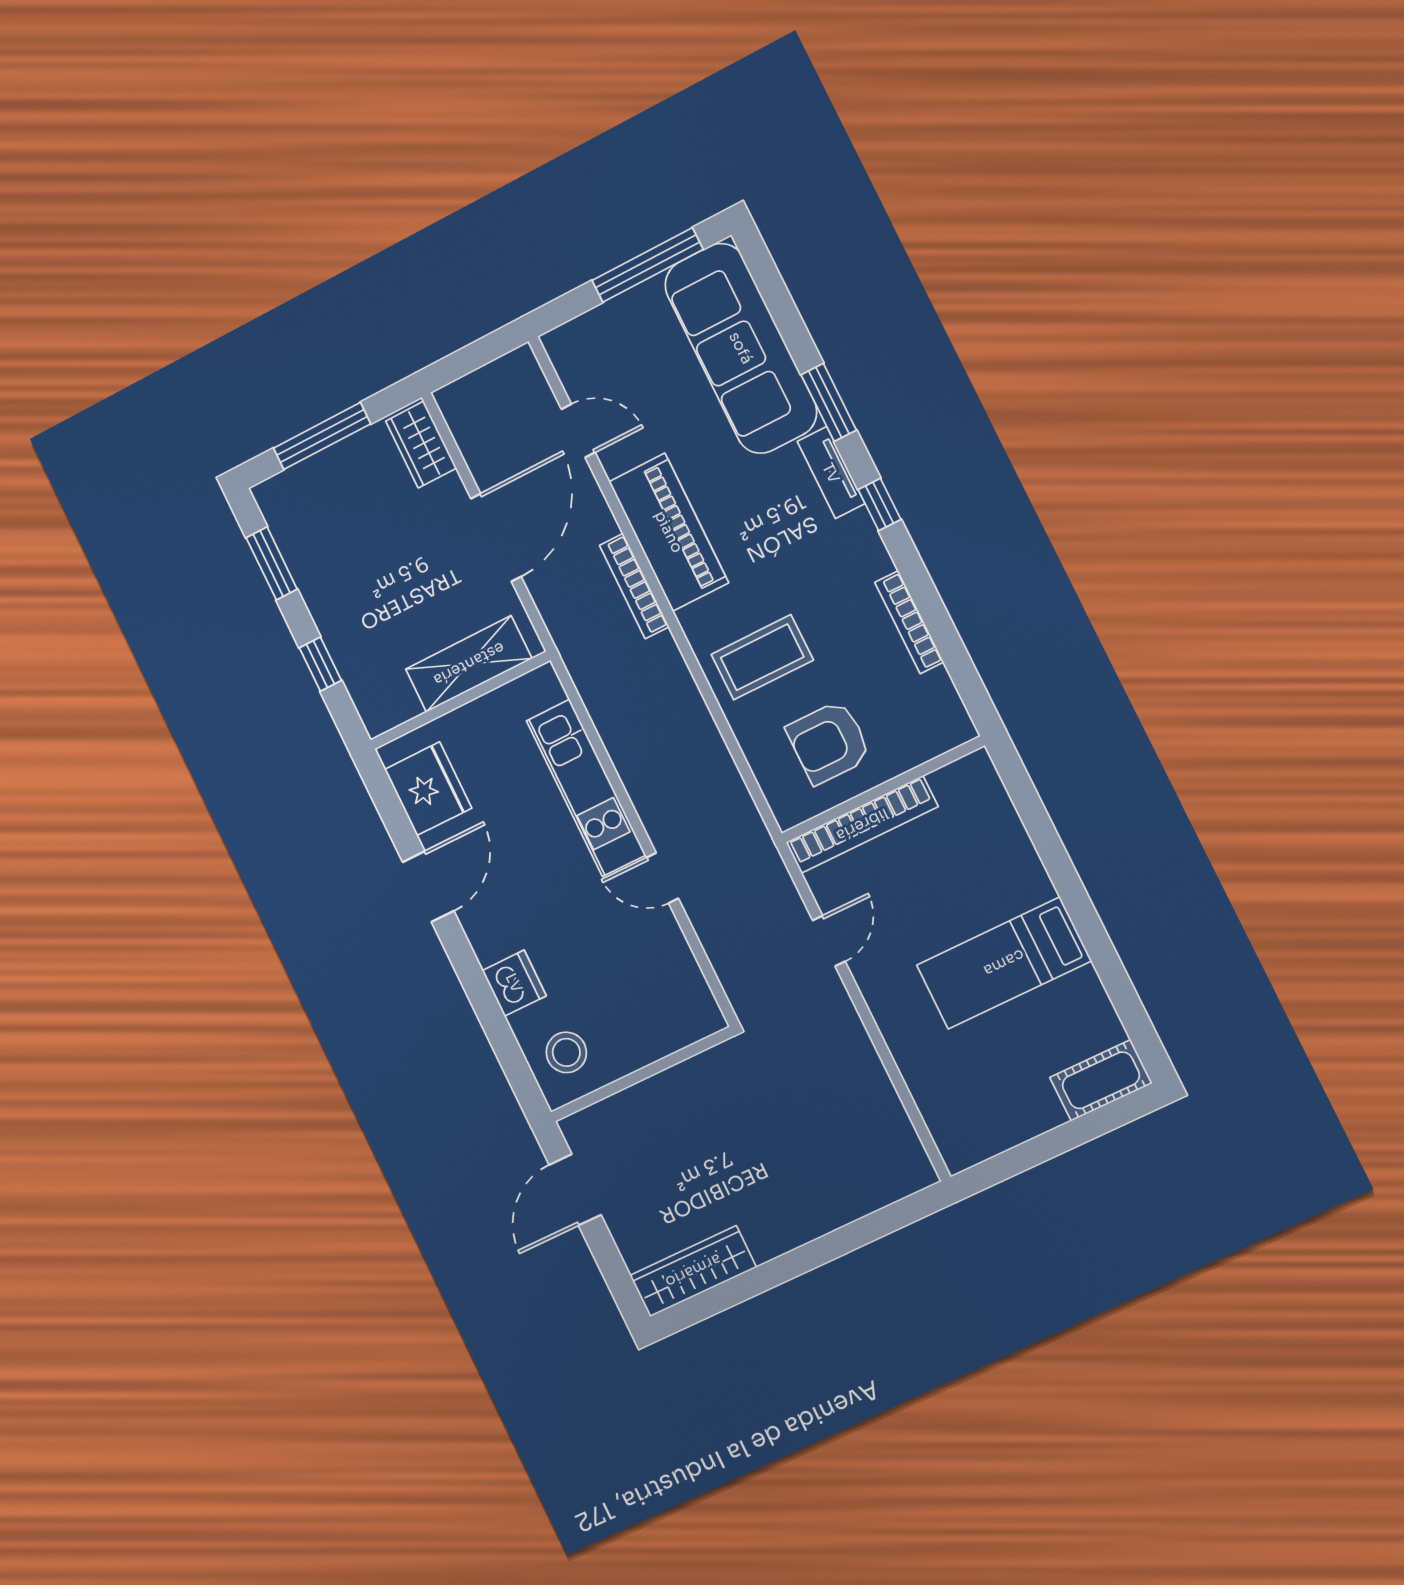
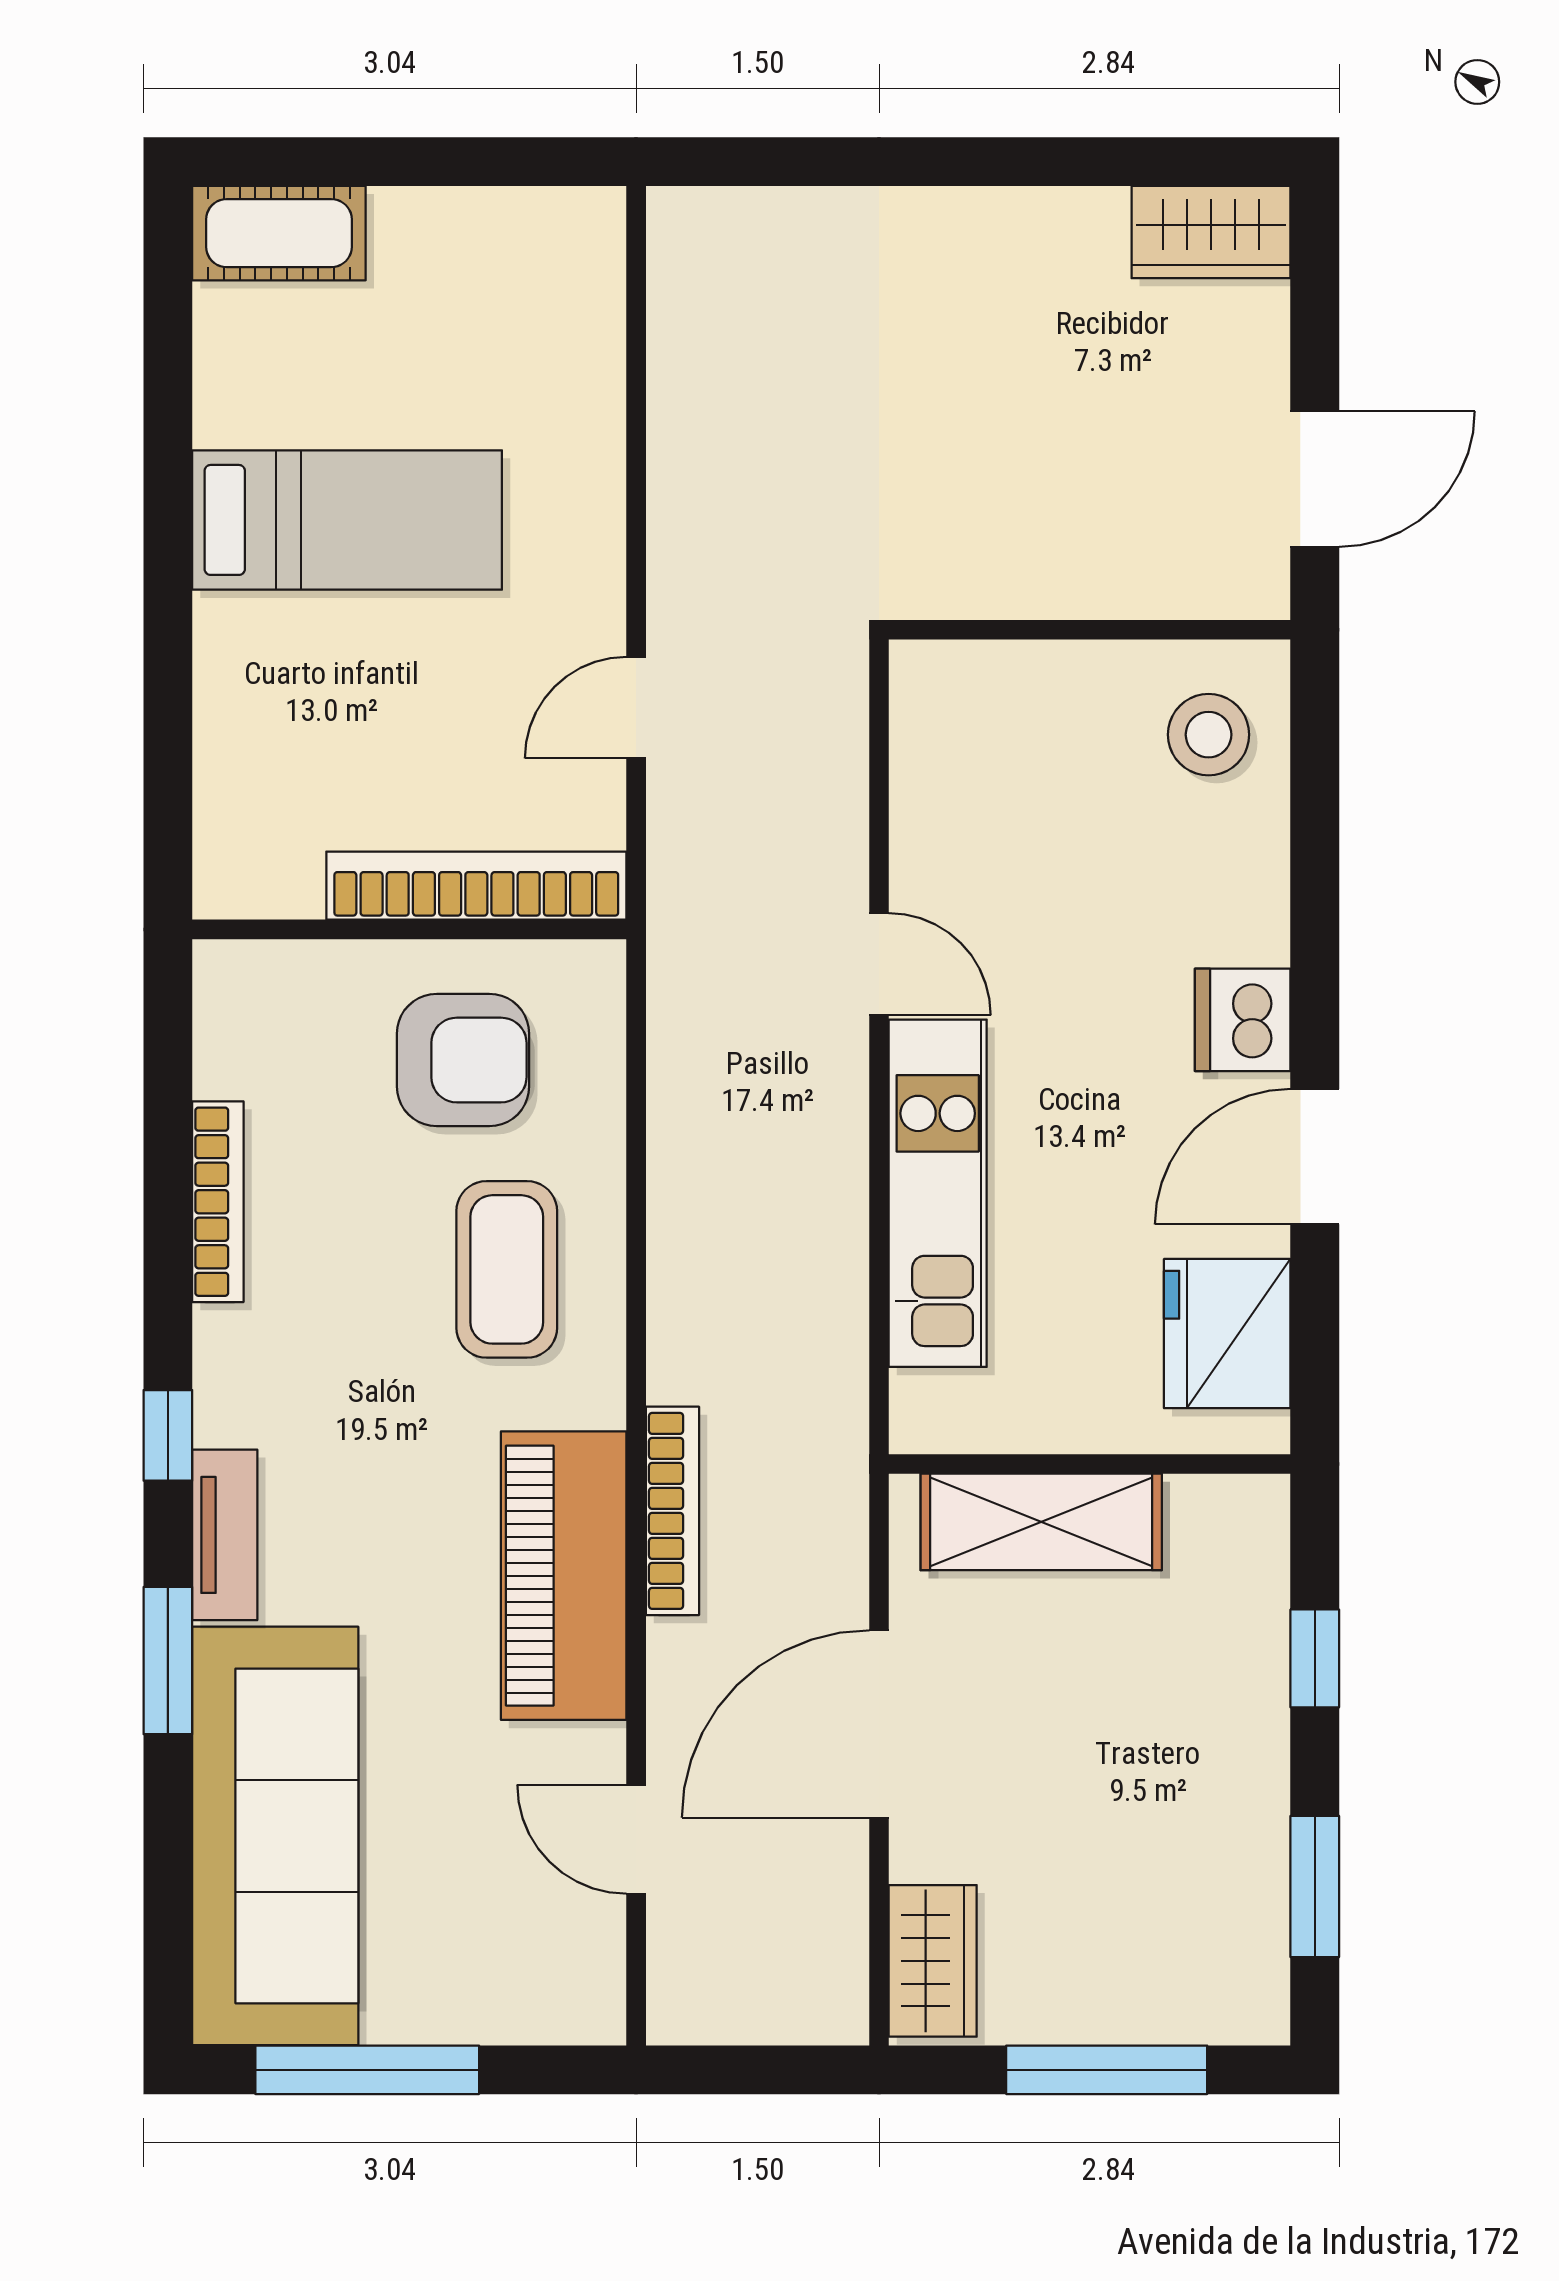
coffee table: (762, 657) -> (507, 1269), turned 90
dishwasher: (514, 983) -> (1243, 1020), moved
wardrobe: (693, 1271) -> (1211, 232), width x0.67

